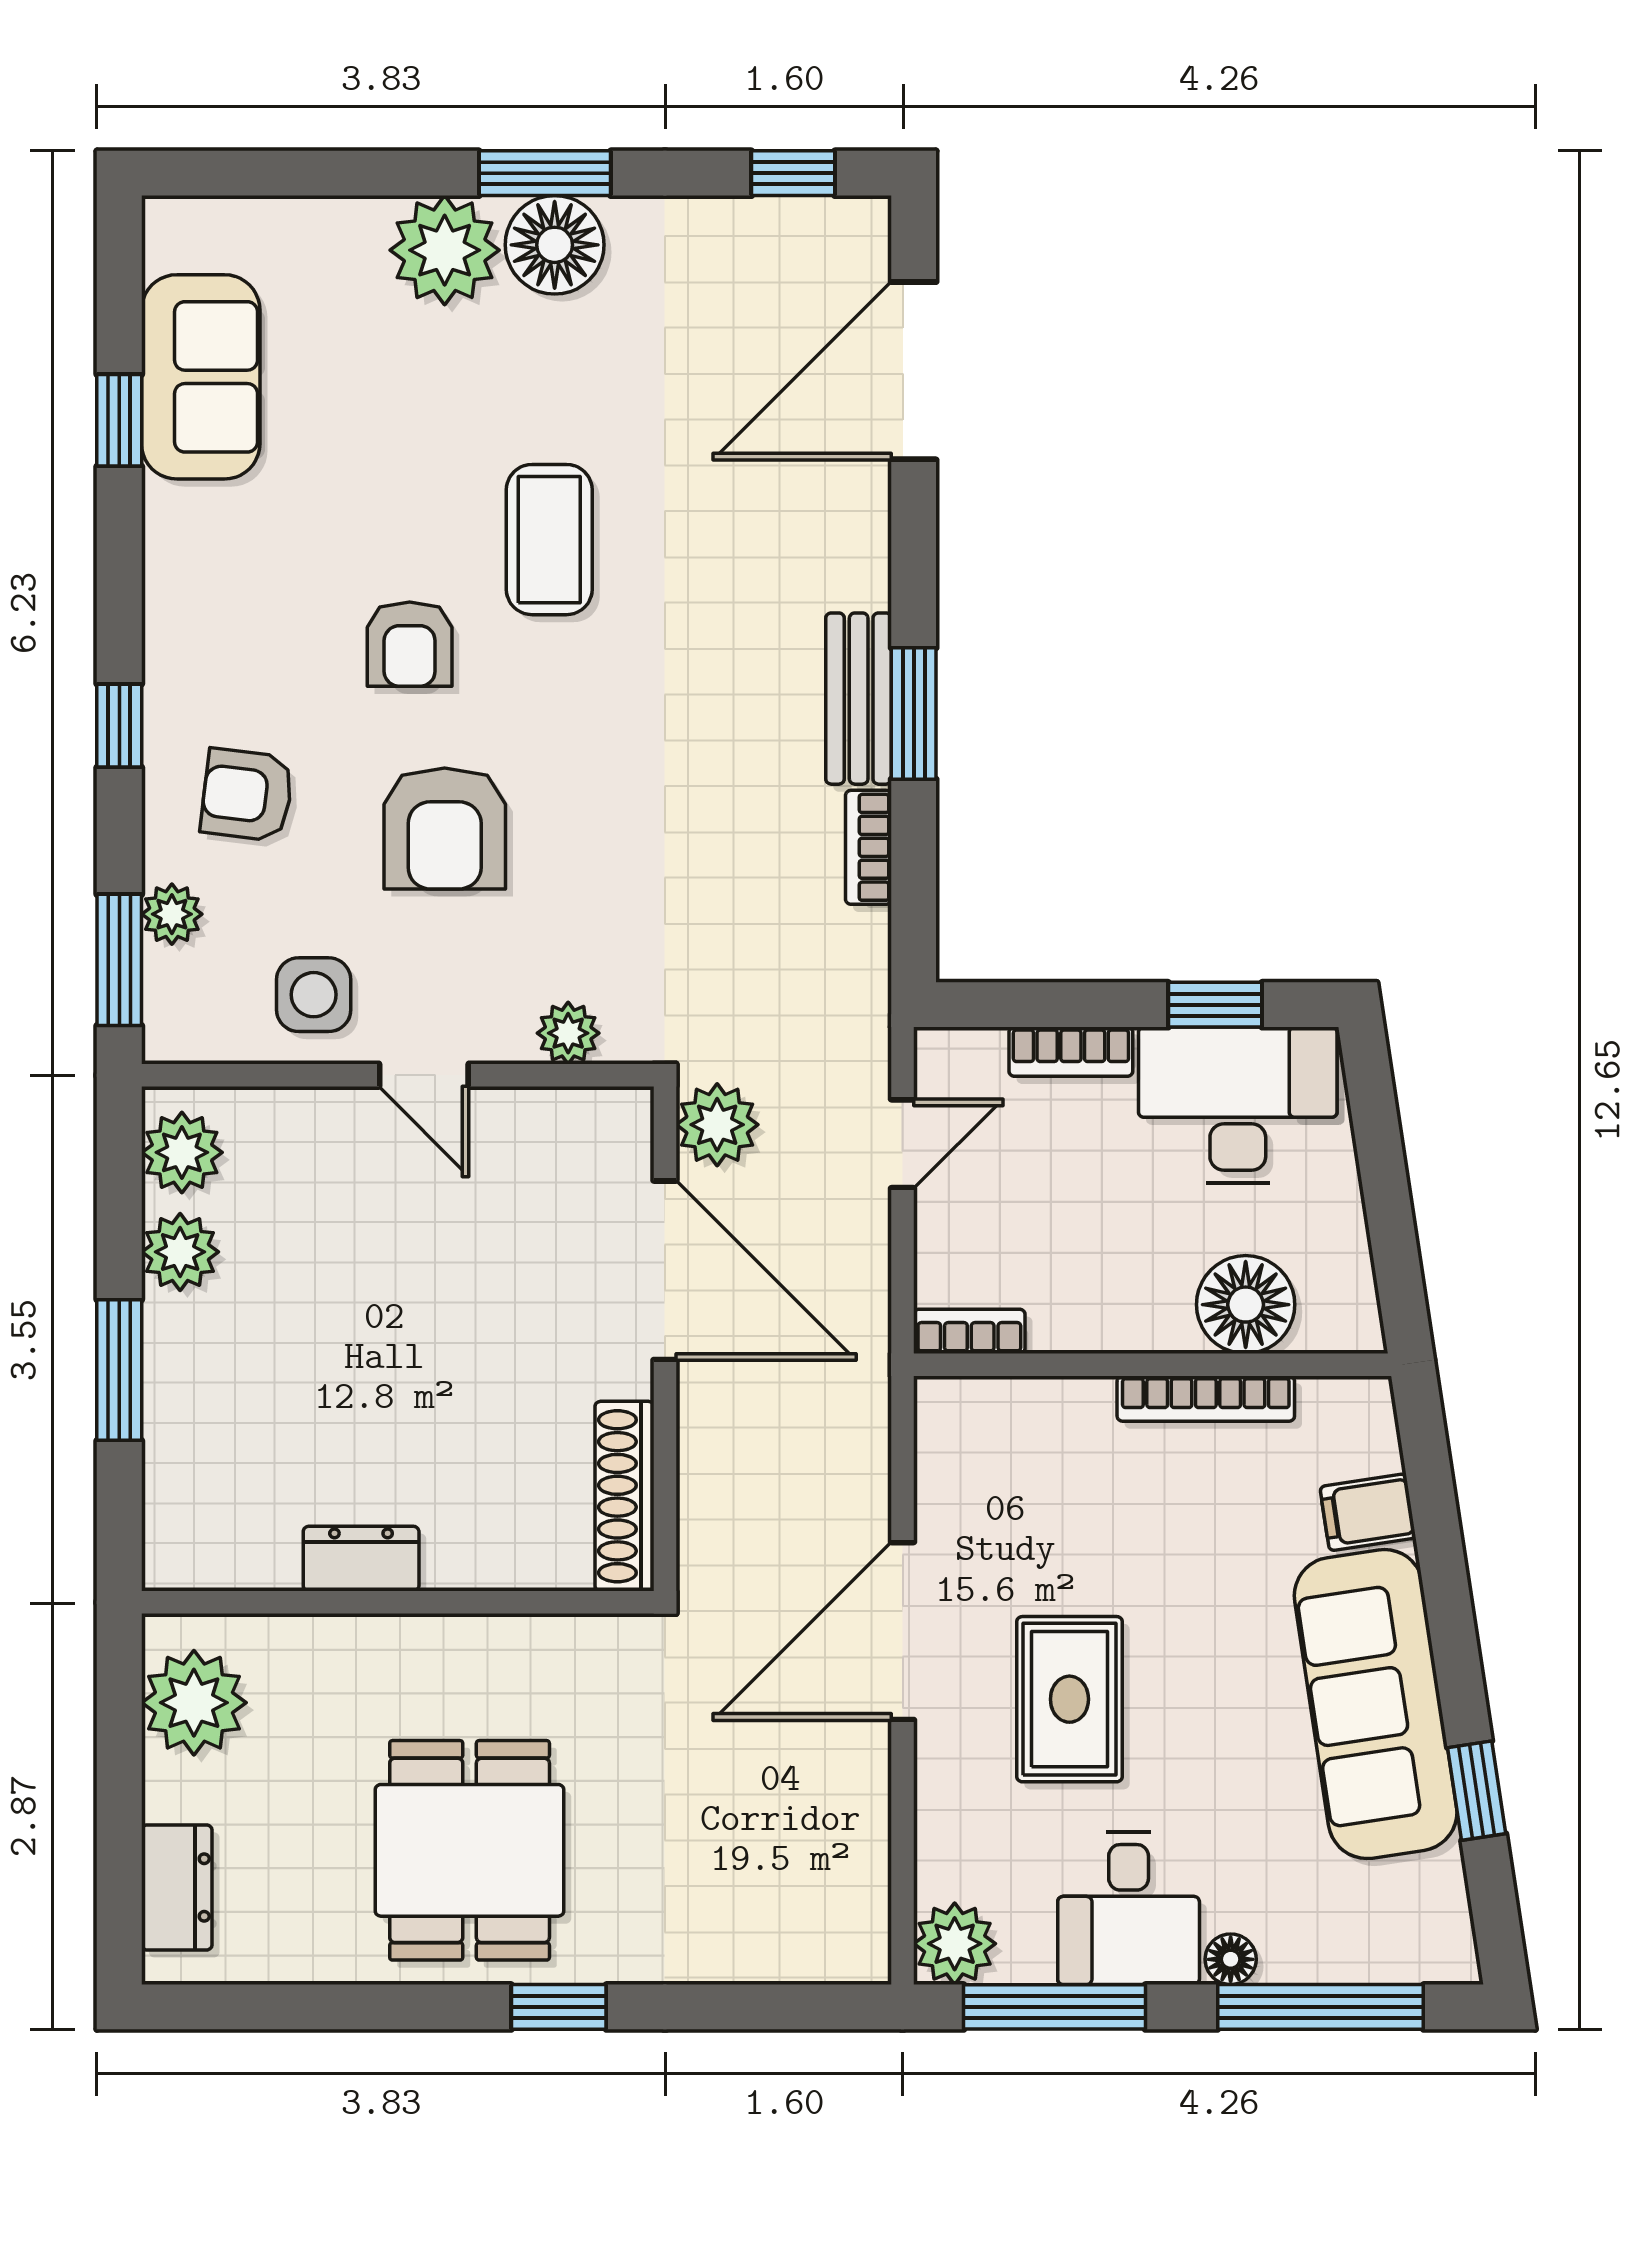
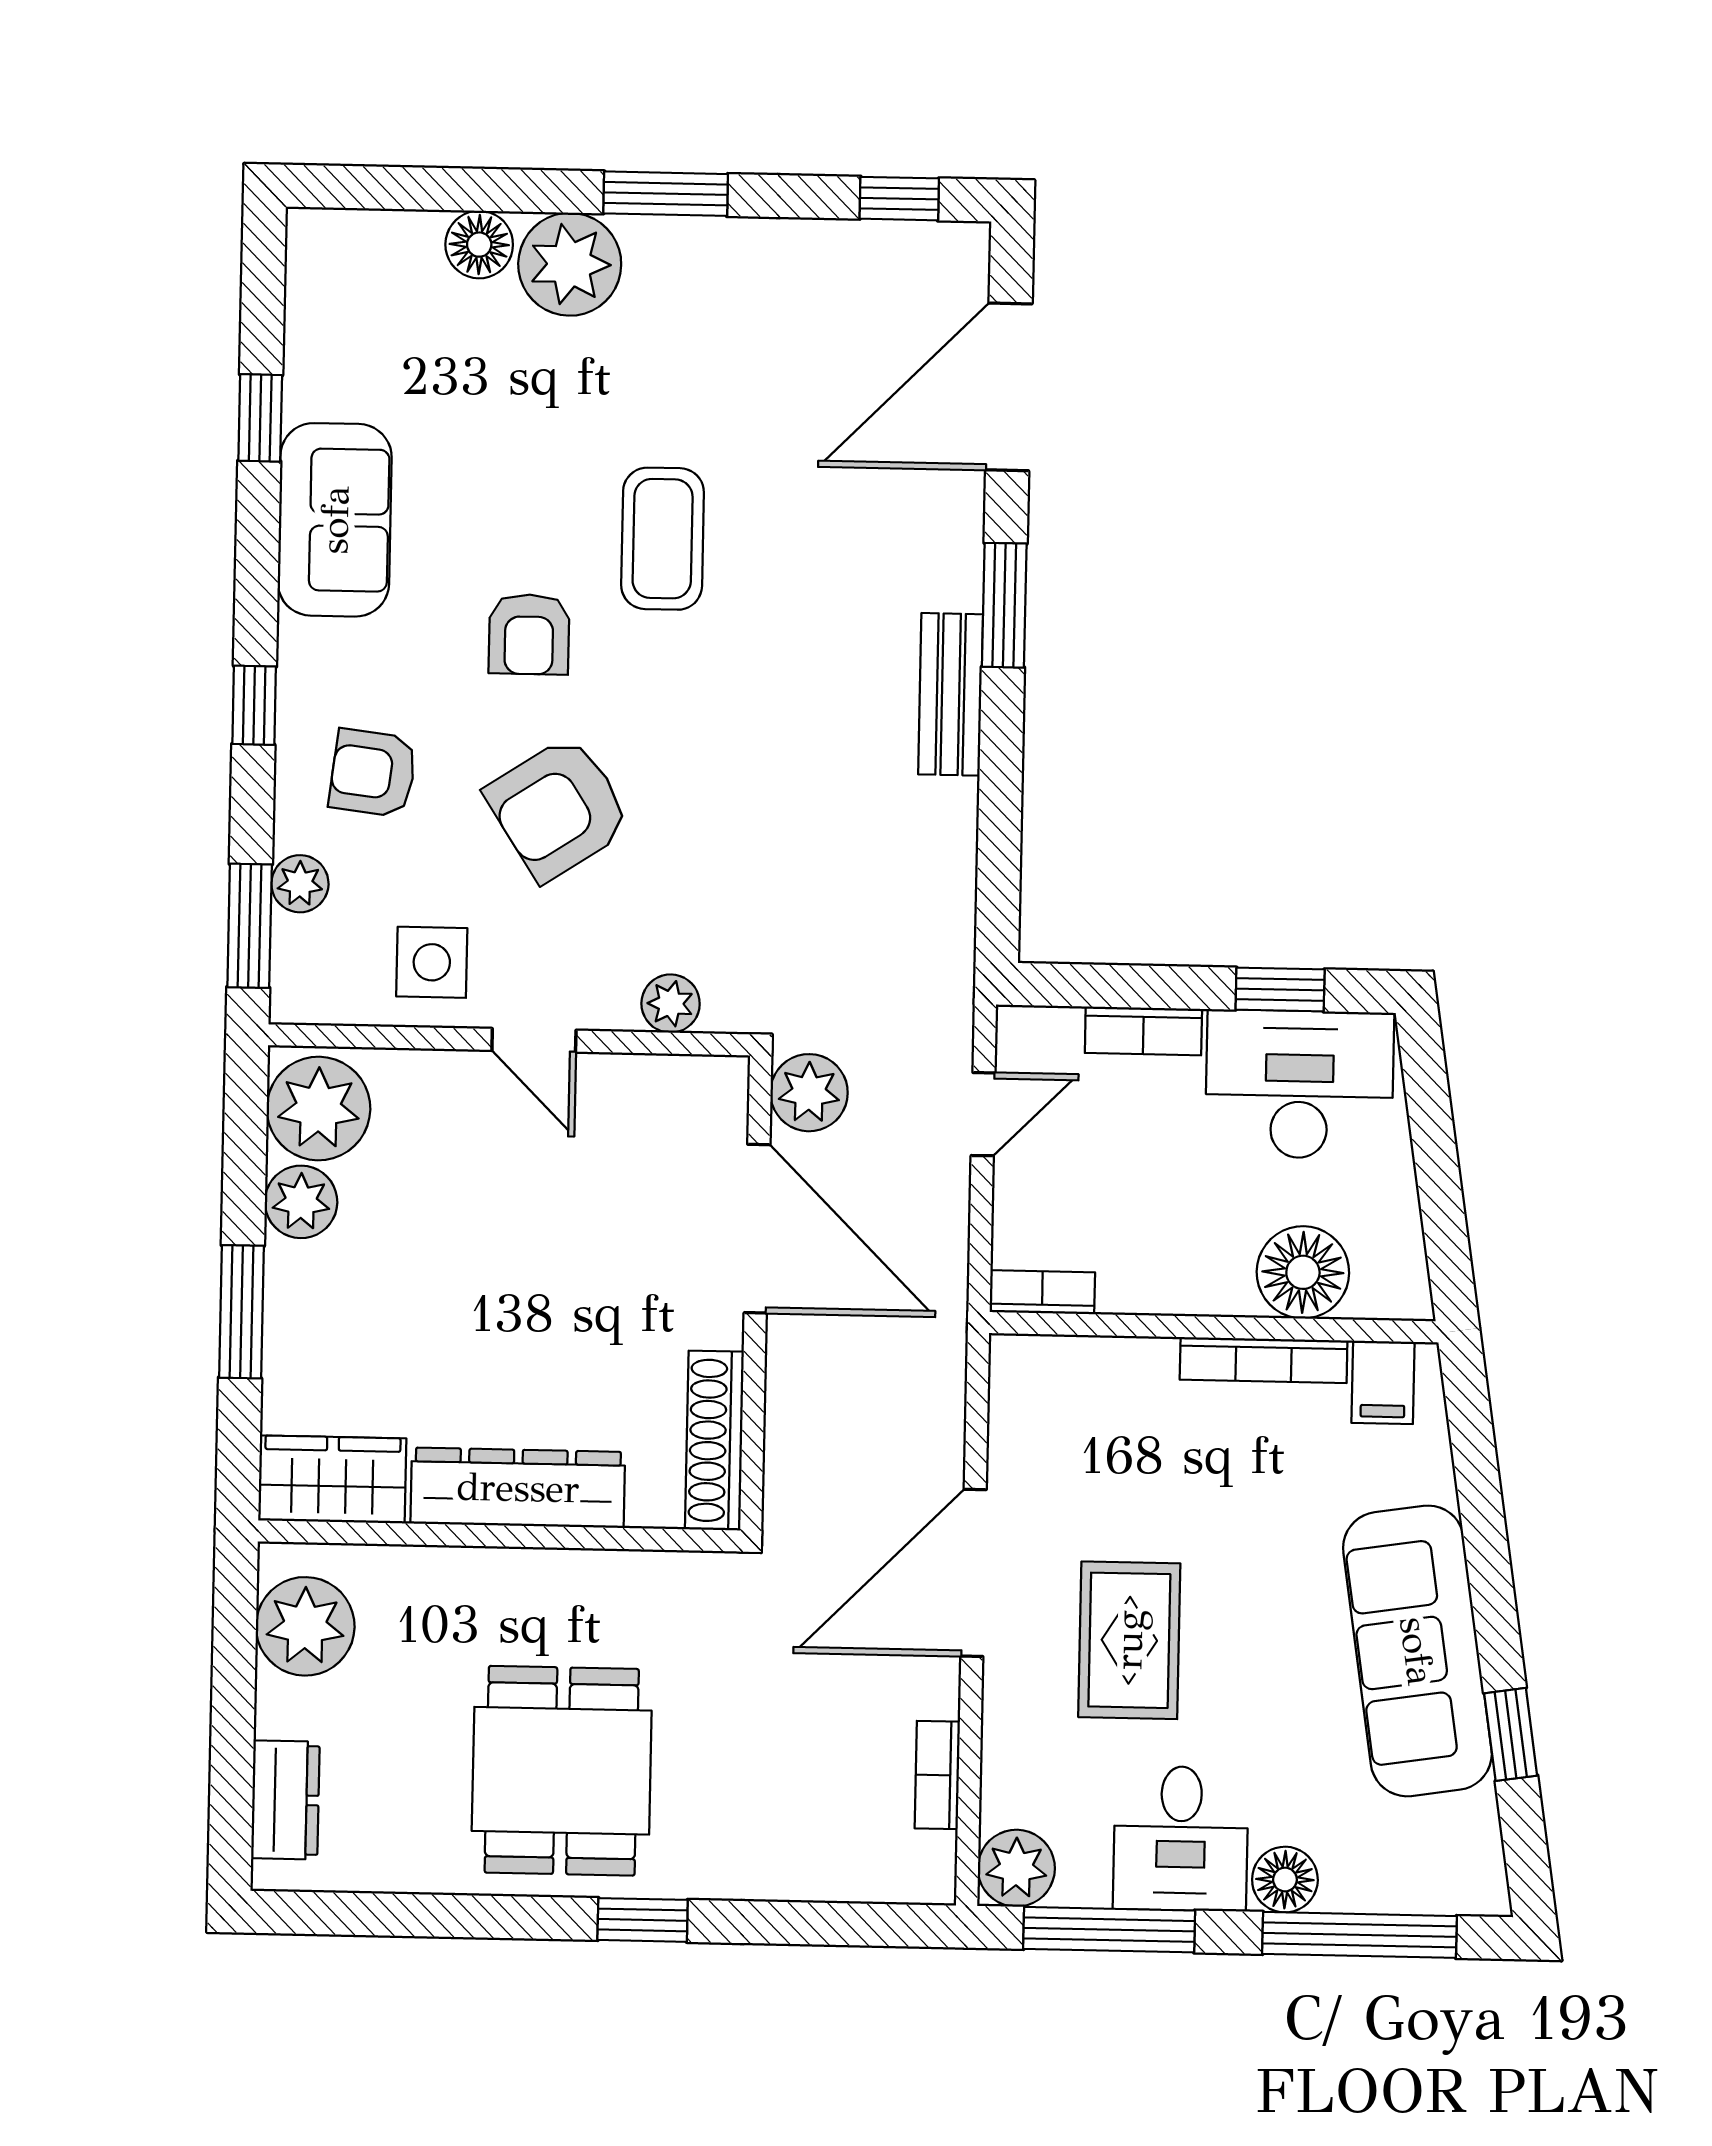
floor lamp: (555, 245) -> (479, 245), moved, width x0.73, depth x0.73
sofa: (201, 377) -> (335, 520), moved
window: (914, 713) -> (1004, 605), moved
armchair: (445, 828) -> (558, 808), turned 57
bookcase: (869, 847) -> (937, 1775), moved
plant: (182, 1152) -> (318, 1109), width x1.36, depth x1.36
filing cabinet: (1368, 1512) -> (1383, 1382), moved, turned -81
wardrobe: (219, 1546) -> (332, 1479), added
dresser: (361, 1559) -> (518, 1488), width x1.96, depth x1.24
floor lamp: (1231, 1959) -> (1285, 1880), width x1.37, depth x1.37

